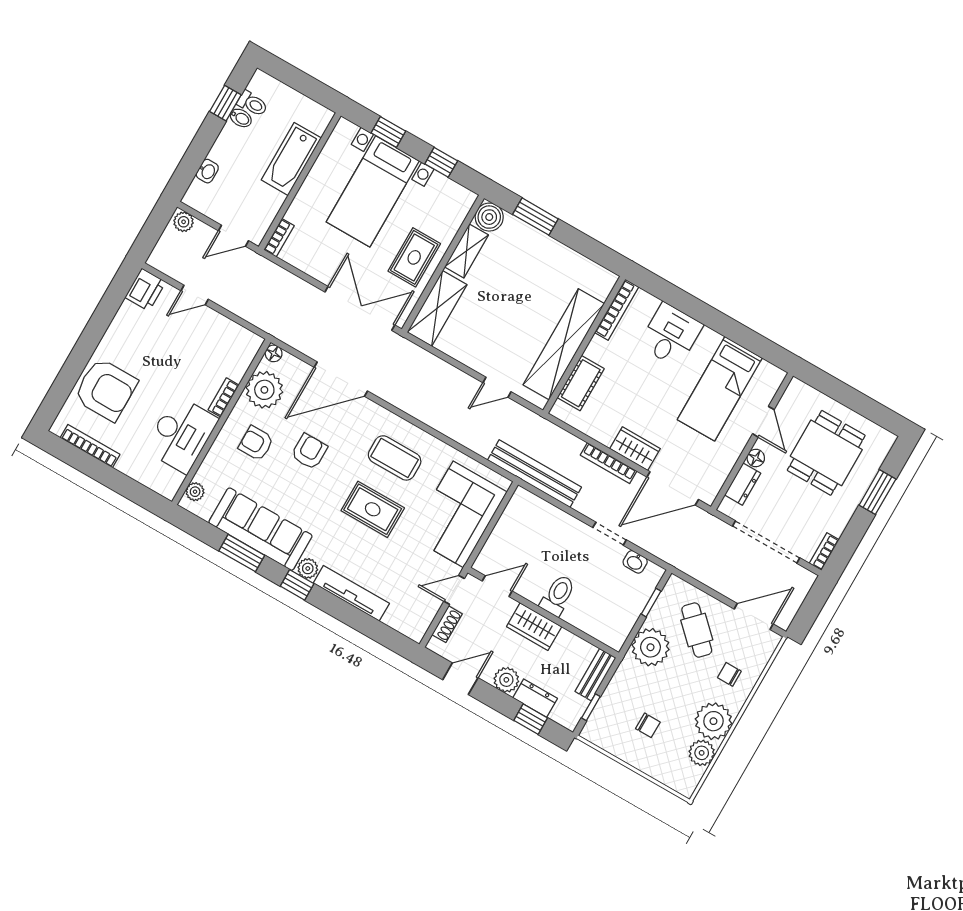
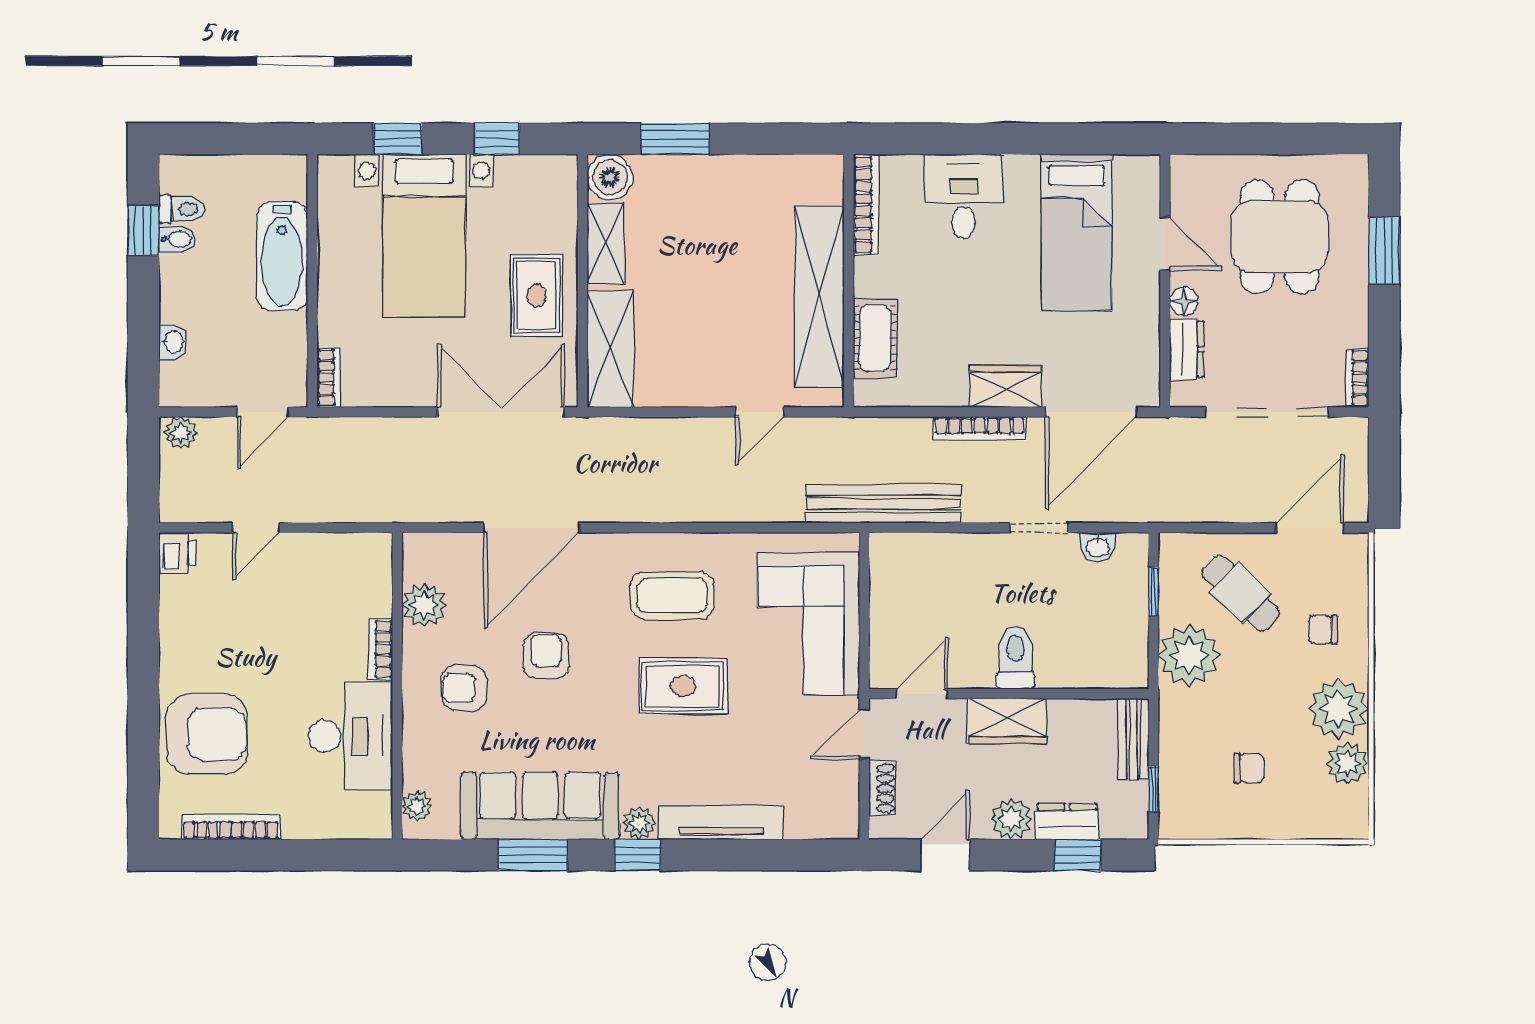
printer: (145, 290) -> (177, 553), width x0.73, depth x0.81
floor lamp: (274, 353) -> (416, 546), removed
plant: (264, 390) -> (424, 605), width x0.73, depth x0.73

